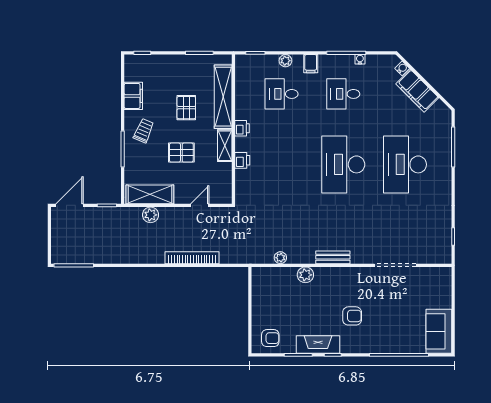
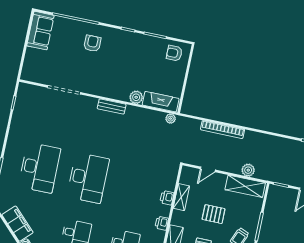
shelving: (225, 146) -> (181, 197), moved
plant: (280, 258) -> (171, 119), moved
armchair: (352, 316) -> (92, 43), moved, turned 90
fireplace: (318, 345) -> (161, 102), moved, turned 180

